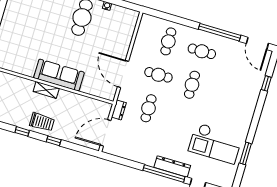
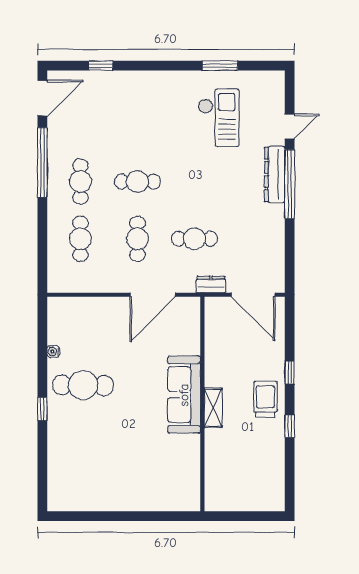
cafe table: (168, 41) -> (80, 239), turned 90
checkout: (215, 143) -> (218, 118), width x0.73, depth x0.83

